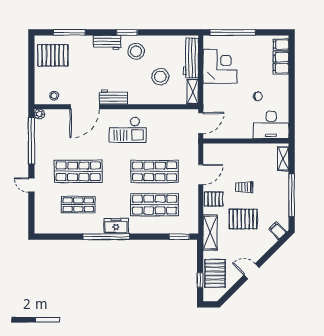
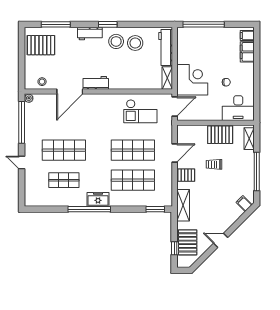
corner desk: (220, 66) -> (192, 80), moved
stool: (160, 77) -> (135, 43), moved
checkout: (128, 130) -> (140, 111), moved
pallet: (243, 219) -> (220, 135), moved

